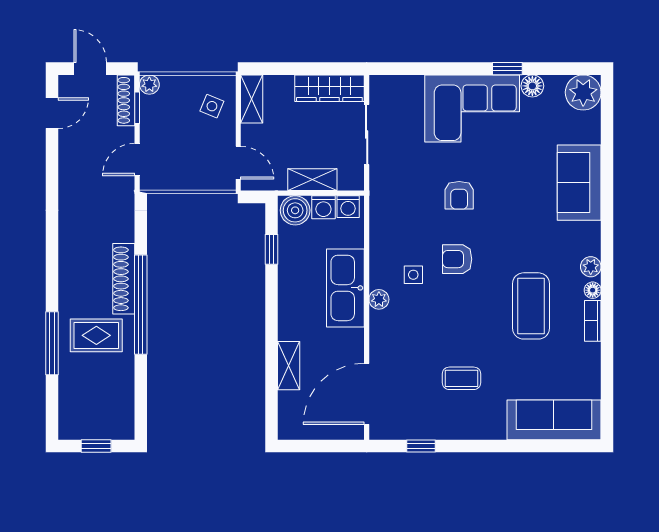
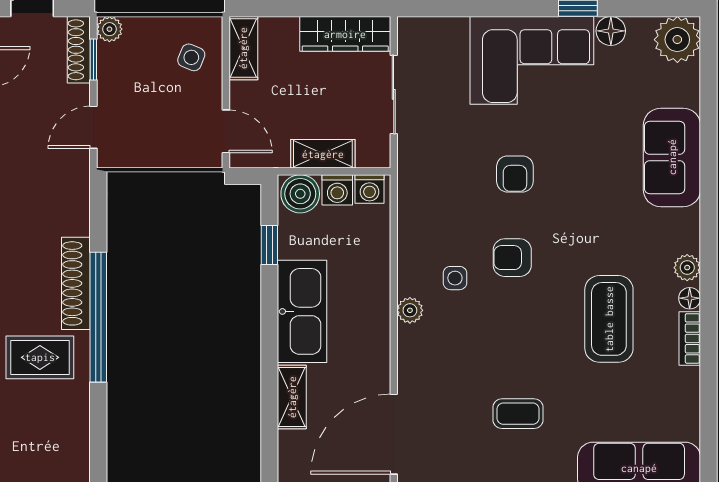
kitchen sink: (345, 288) -> (302, 311), moved, turned 180

